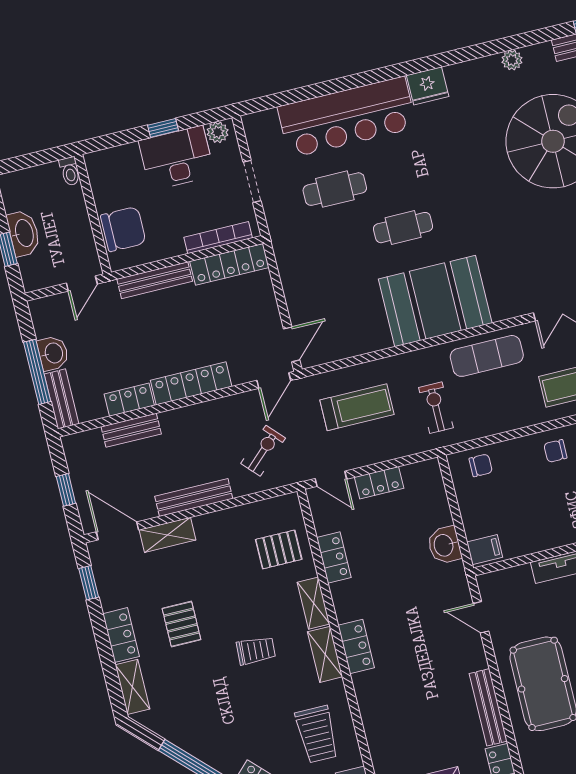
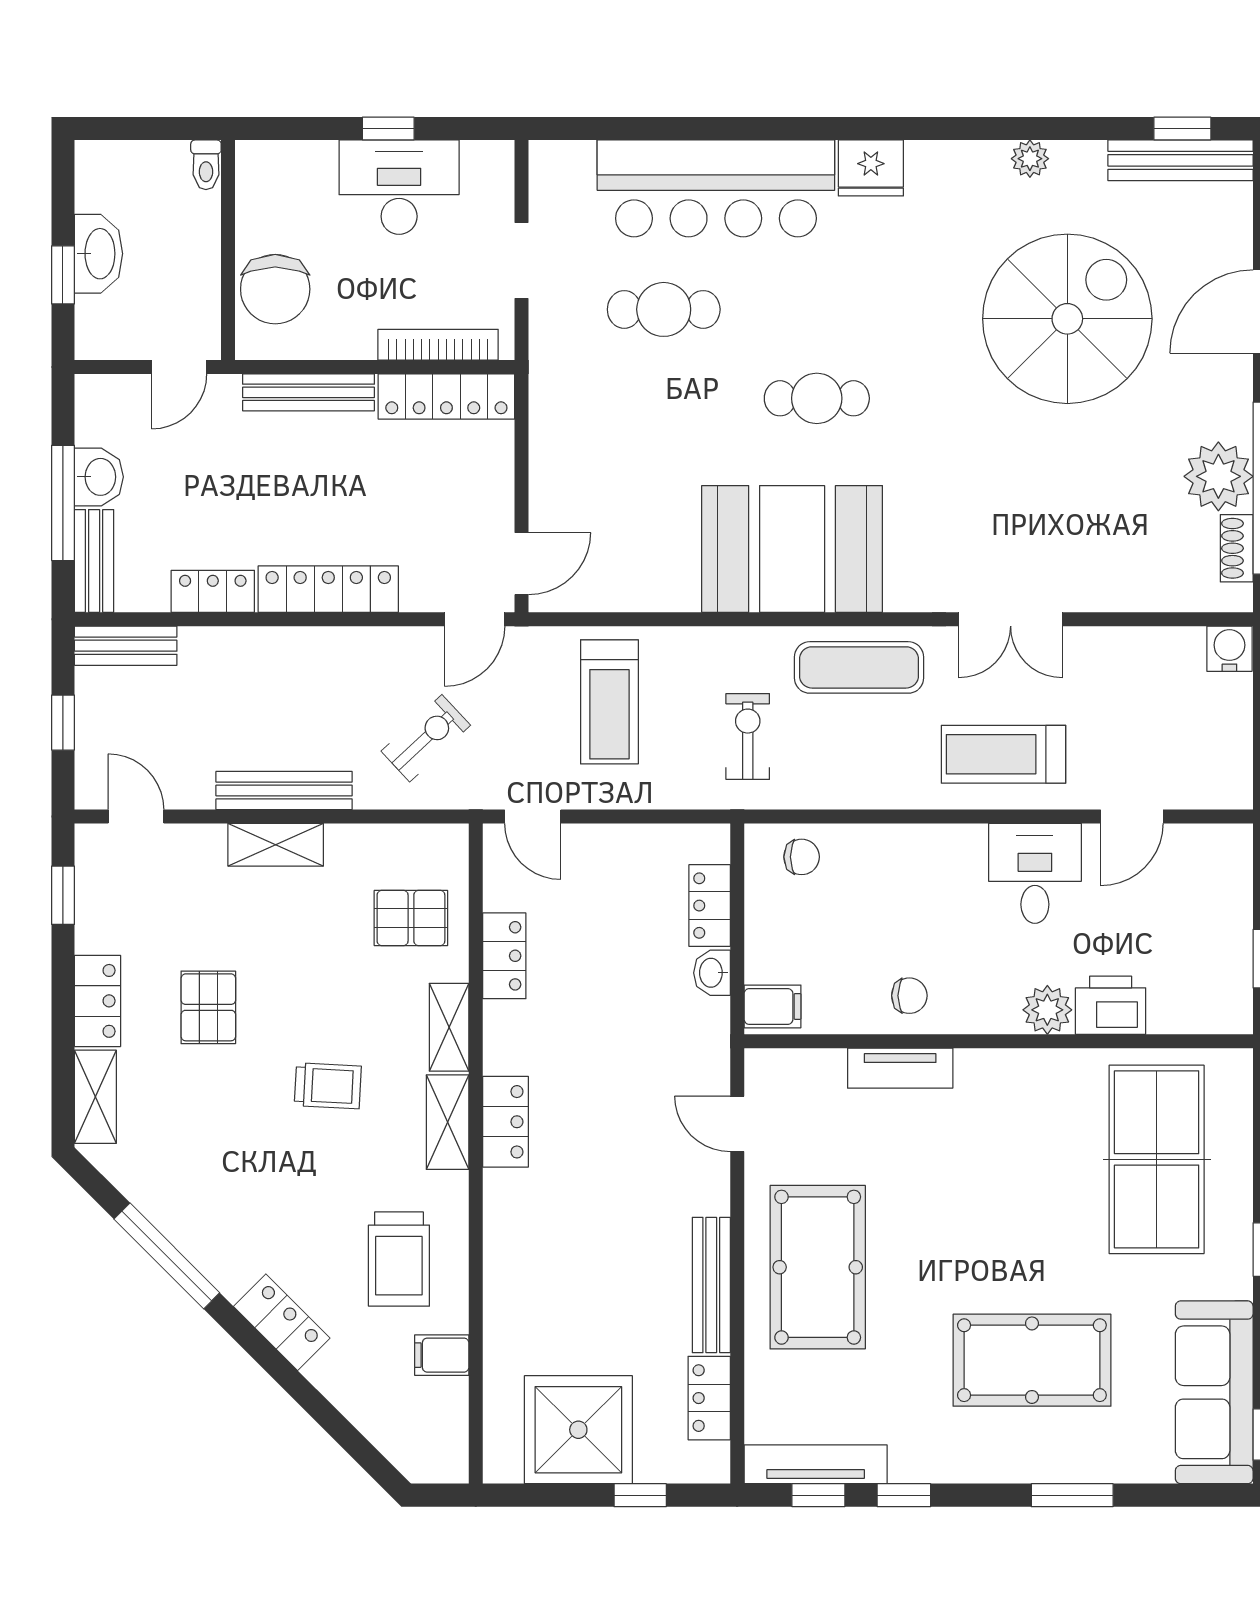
plant: (218, 132) -> (482, 160), removed
cafe table: (403, 228) -> (817, 398), moved
chair: (123, 229) -> (275, 289), turned 90
treadmill: (357, 407) -> (609, 702), turned 90
bench: (131, 430) -> (126, 646), moved
chair: (555, 451) -> (909, 996), moved, turned 180
locker: (379, 483) -> (710, 906), moved, turned 90
door: (117, 531) -> (136, 816), width x0.73
shelving: (167, 535) -> (276, 845), moved
washbasin: (444, 545) -> (712, 973), width x0.72, depth x0.69

